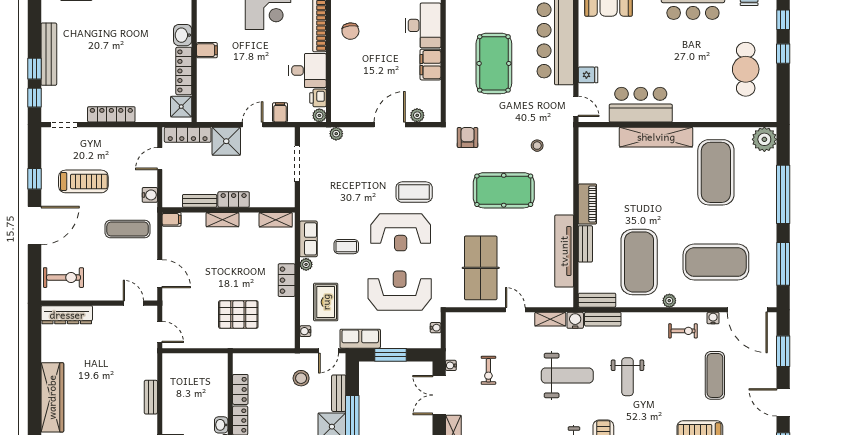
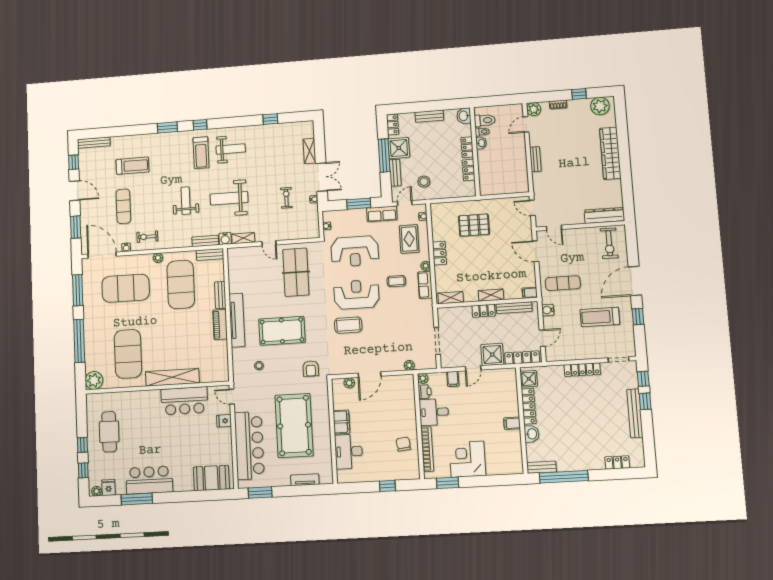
pool table: (494, 63) -> (294, 426), width x1.36, depth x1.32
bench: (200, 201) -> (514, 308), width x1.36
tv unit: (564, 251) -> (237, 320), moved
exercise bike: (63, 278) -> (609, 243), turned -90

